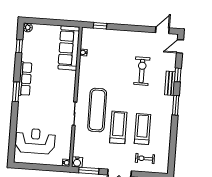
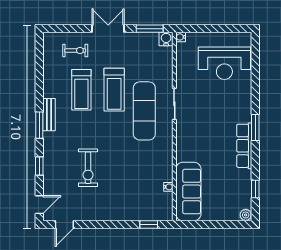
bench: (170, 83) -> (49, 115), moved

